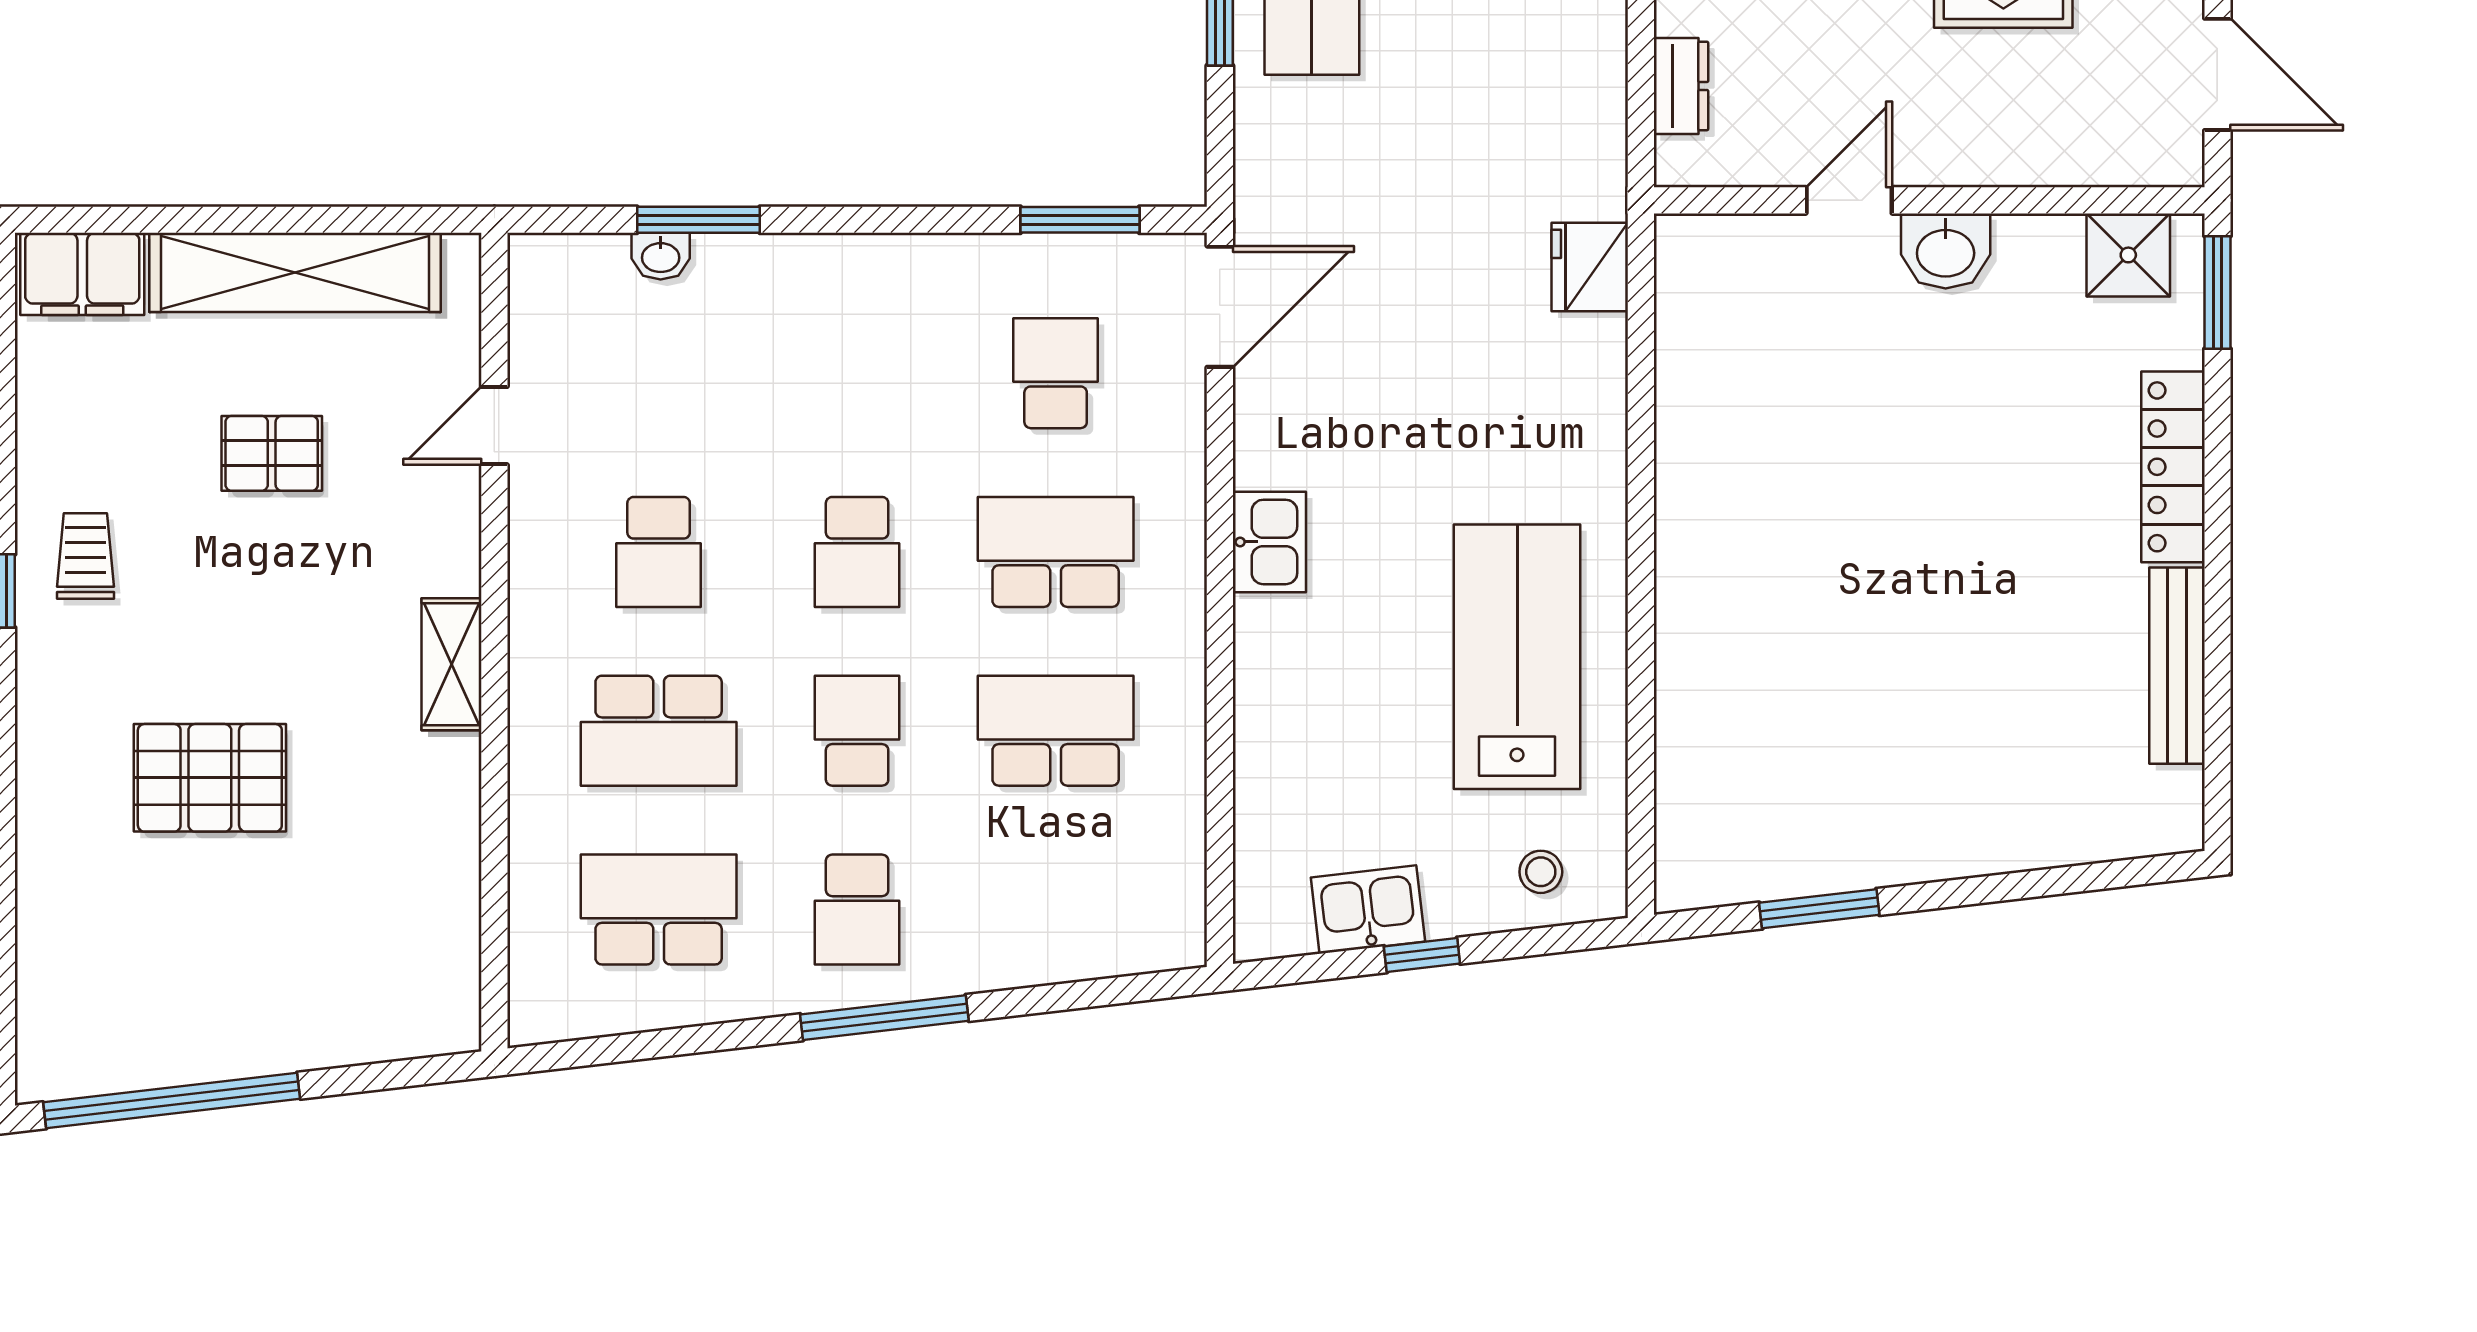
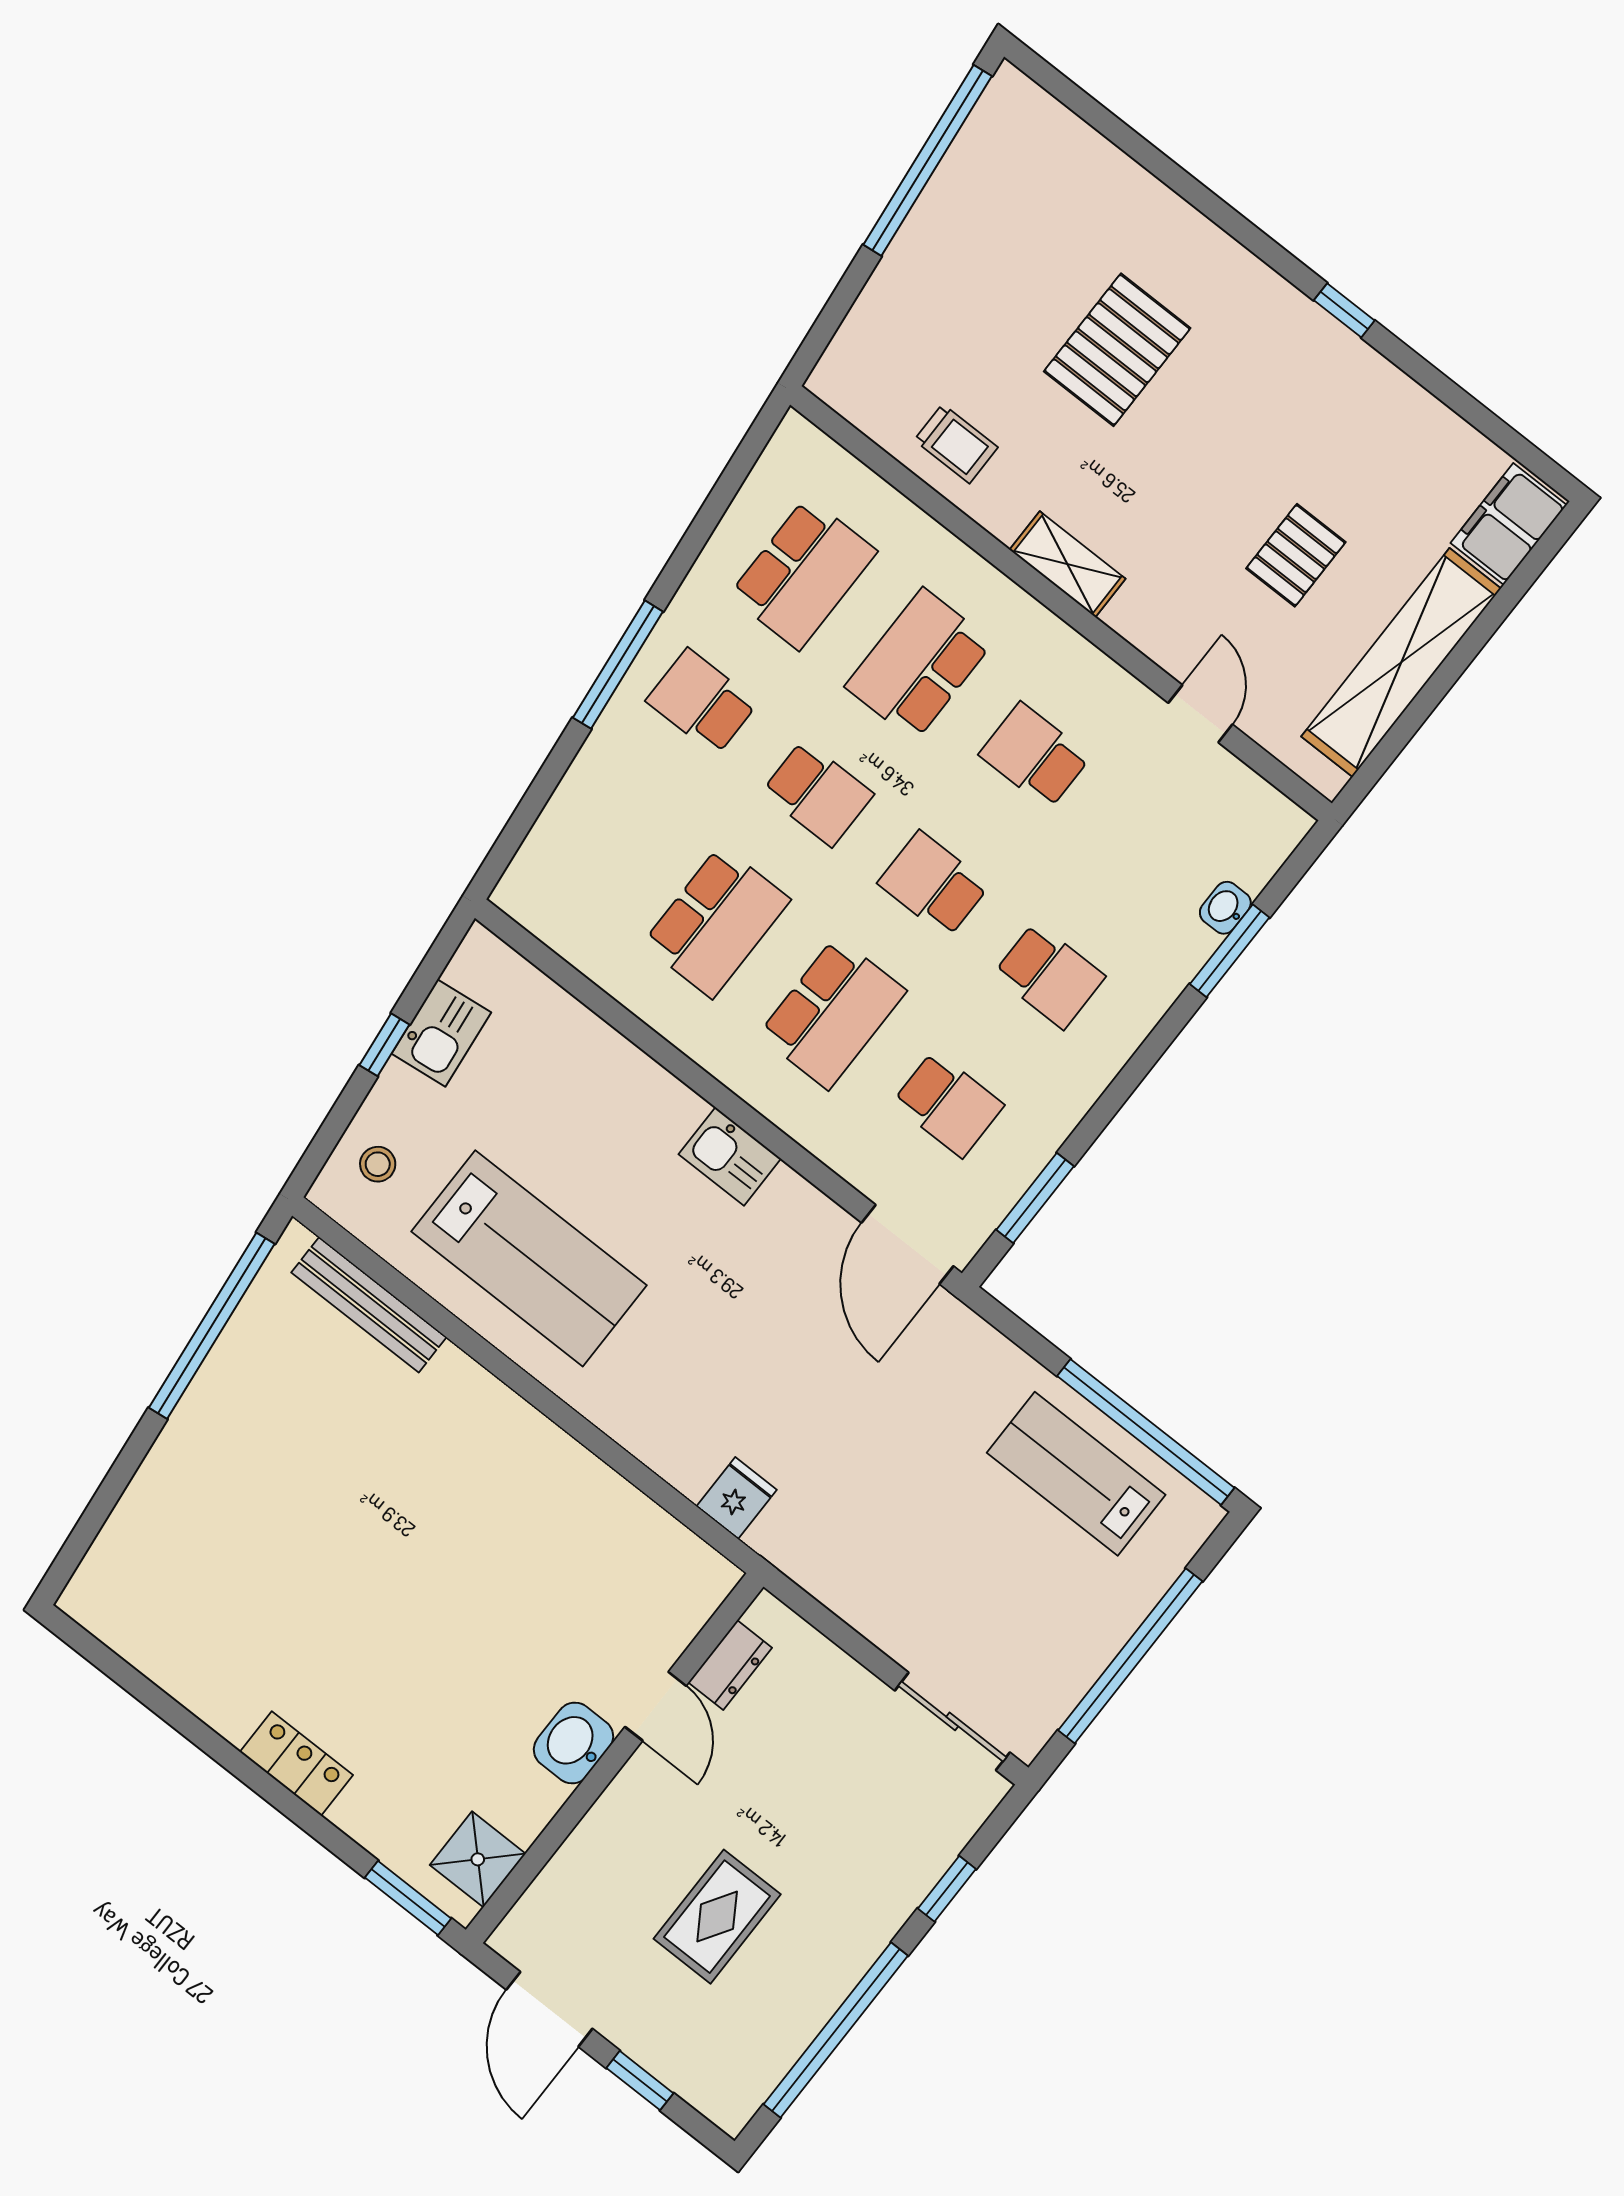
door: (2217, 74) -> (549, 2009), hinge flipped
dresser: (1681, 86) -> (730, 1665), moved, turned -90
fridge: (1590, 267) -> (737, 1498), width x0.72
school desk: (857, 373) -> (1049, 975), added
locker: (2173, 467) -> (296, 1763), width x0.66
trolley: (85, 556) -> (956, 444), moved
bench: (2177, 666) -> (369, 1305), moved
window: (1819, 909) -> (212, 1326), width x2.11

